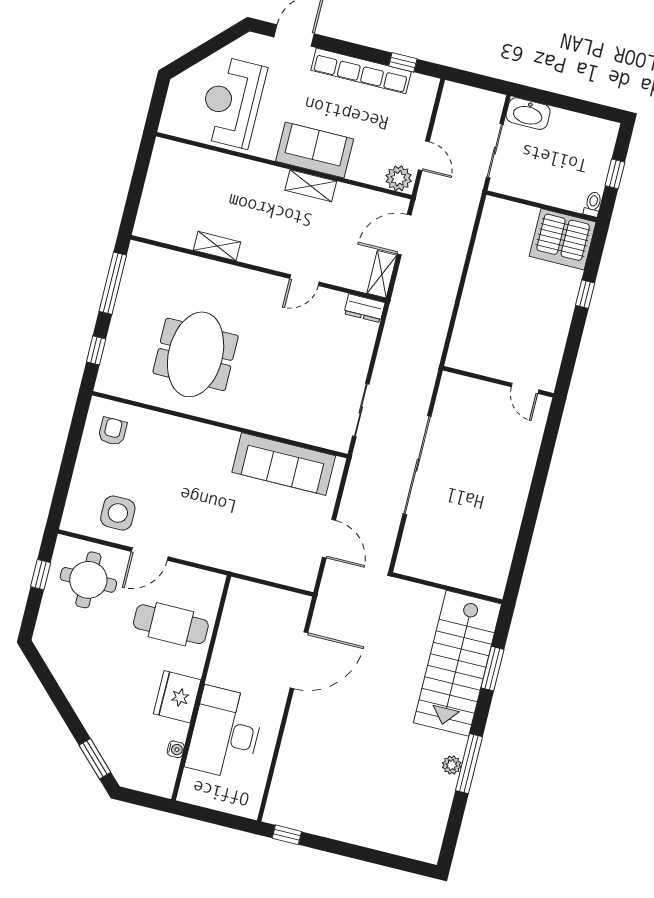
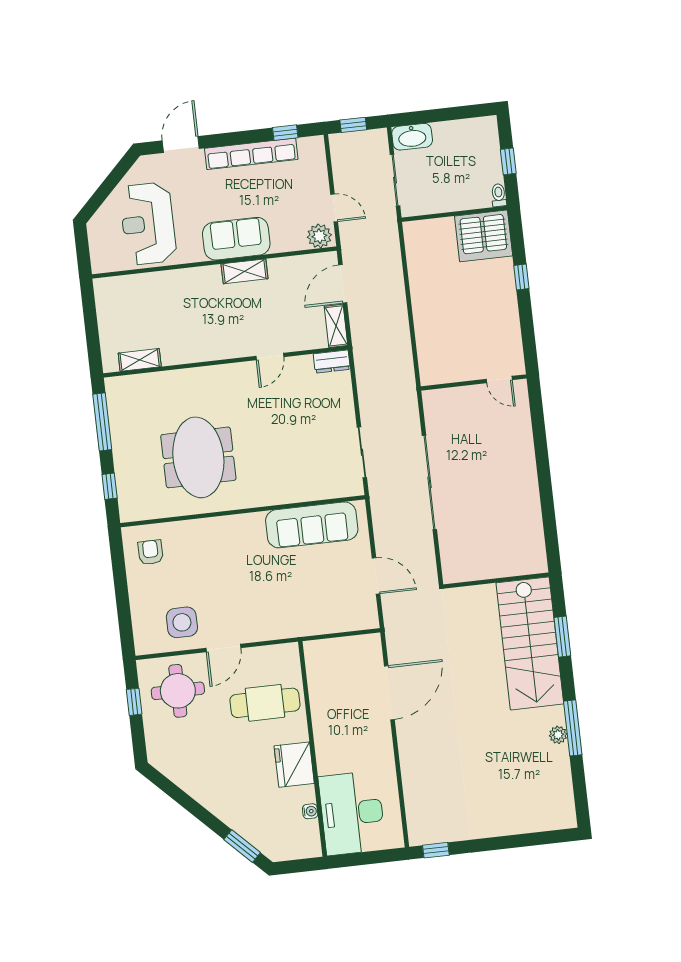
window: (474, 80) -> (353, 125), added
shelving: (217, 246) -> (140, 360), moved
desk: (225, 733) -> (352, 813), moved

